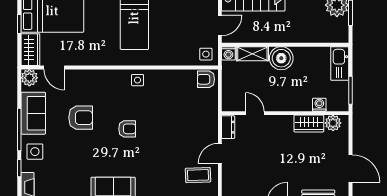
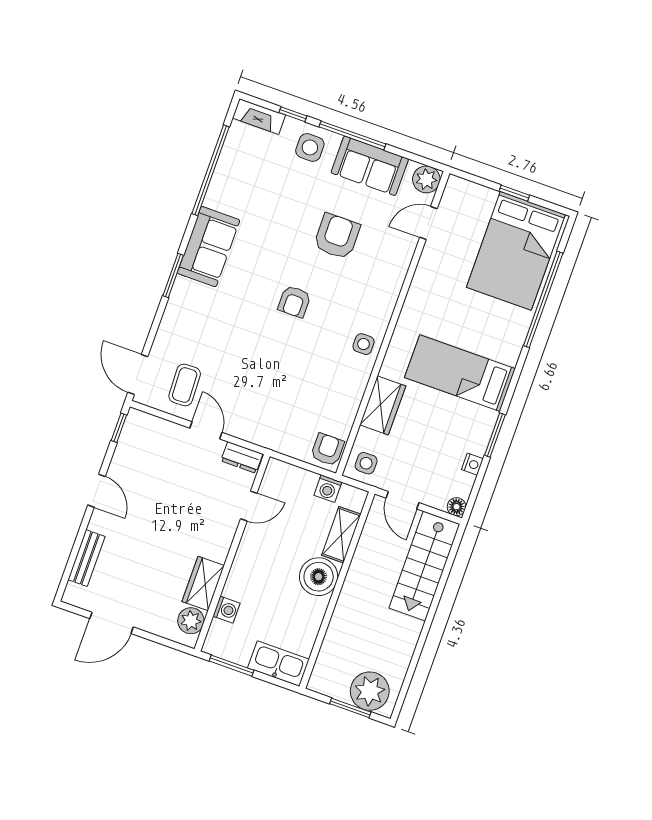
wardrobe: (30, 50) -> (383, 405), moved, turned -90
washing machine: (228, 53) -> (328, 489), moved, turned -90
armchair: (81, 118) -> (337, 236), turned 180

